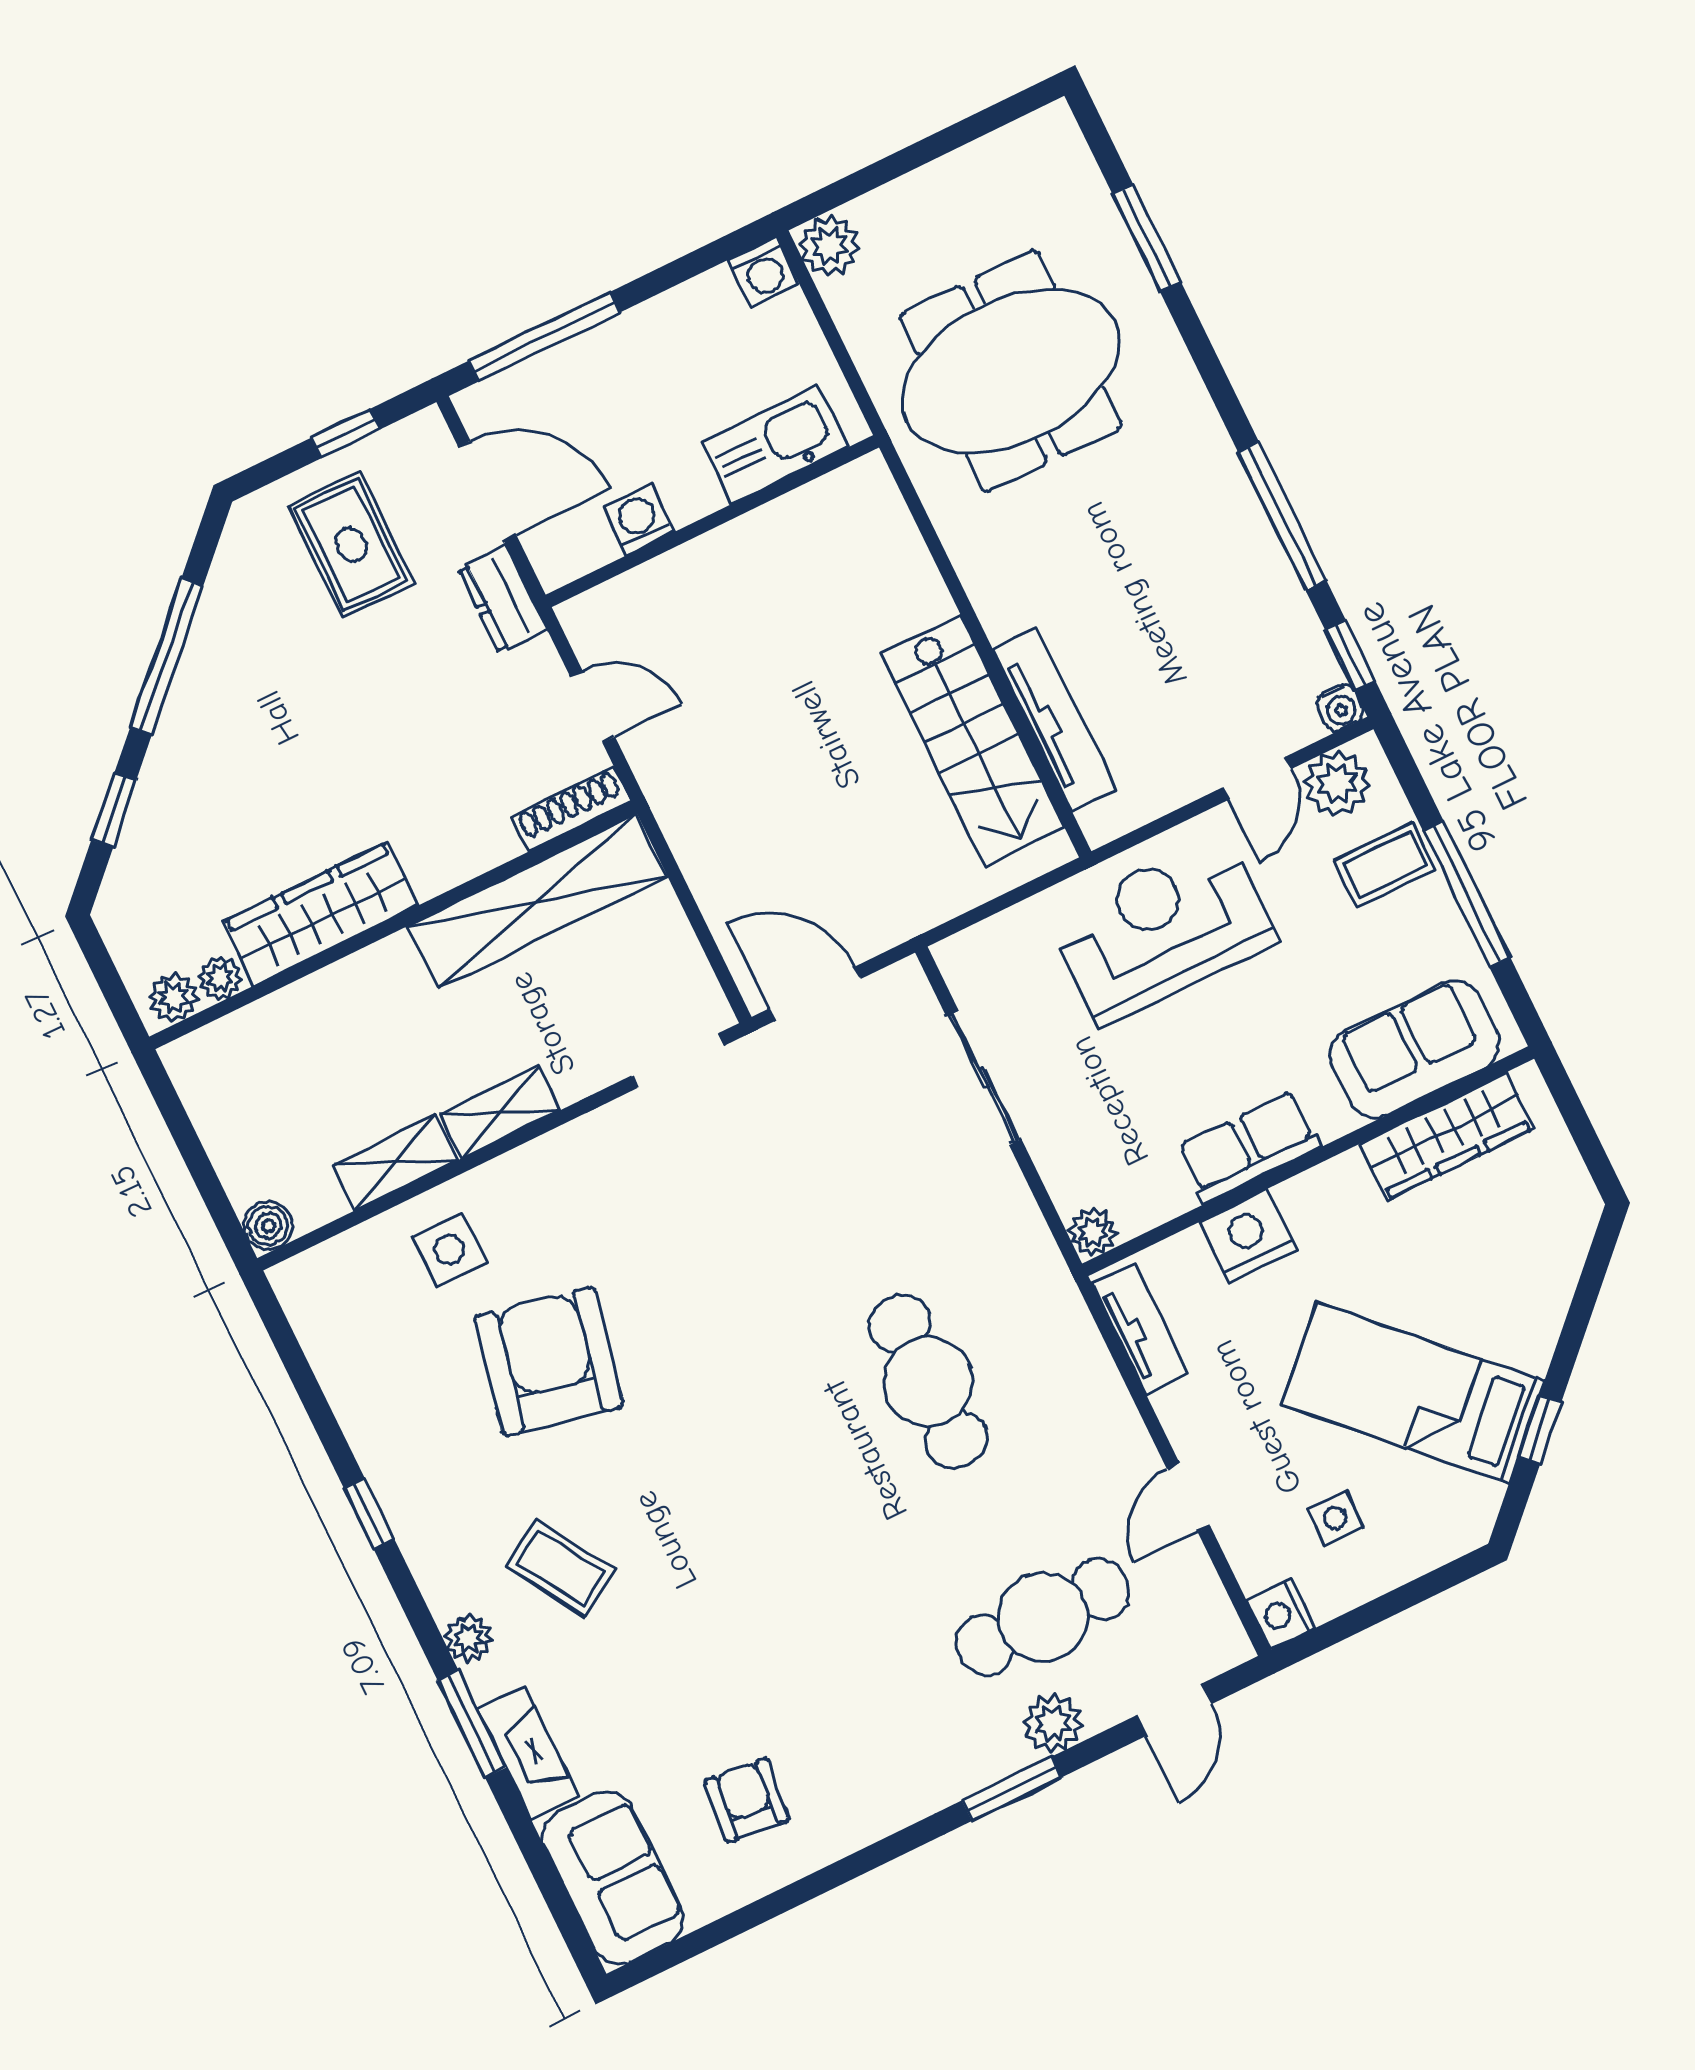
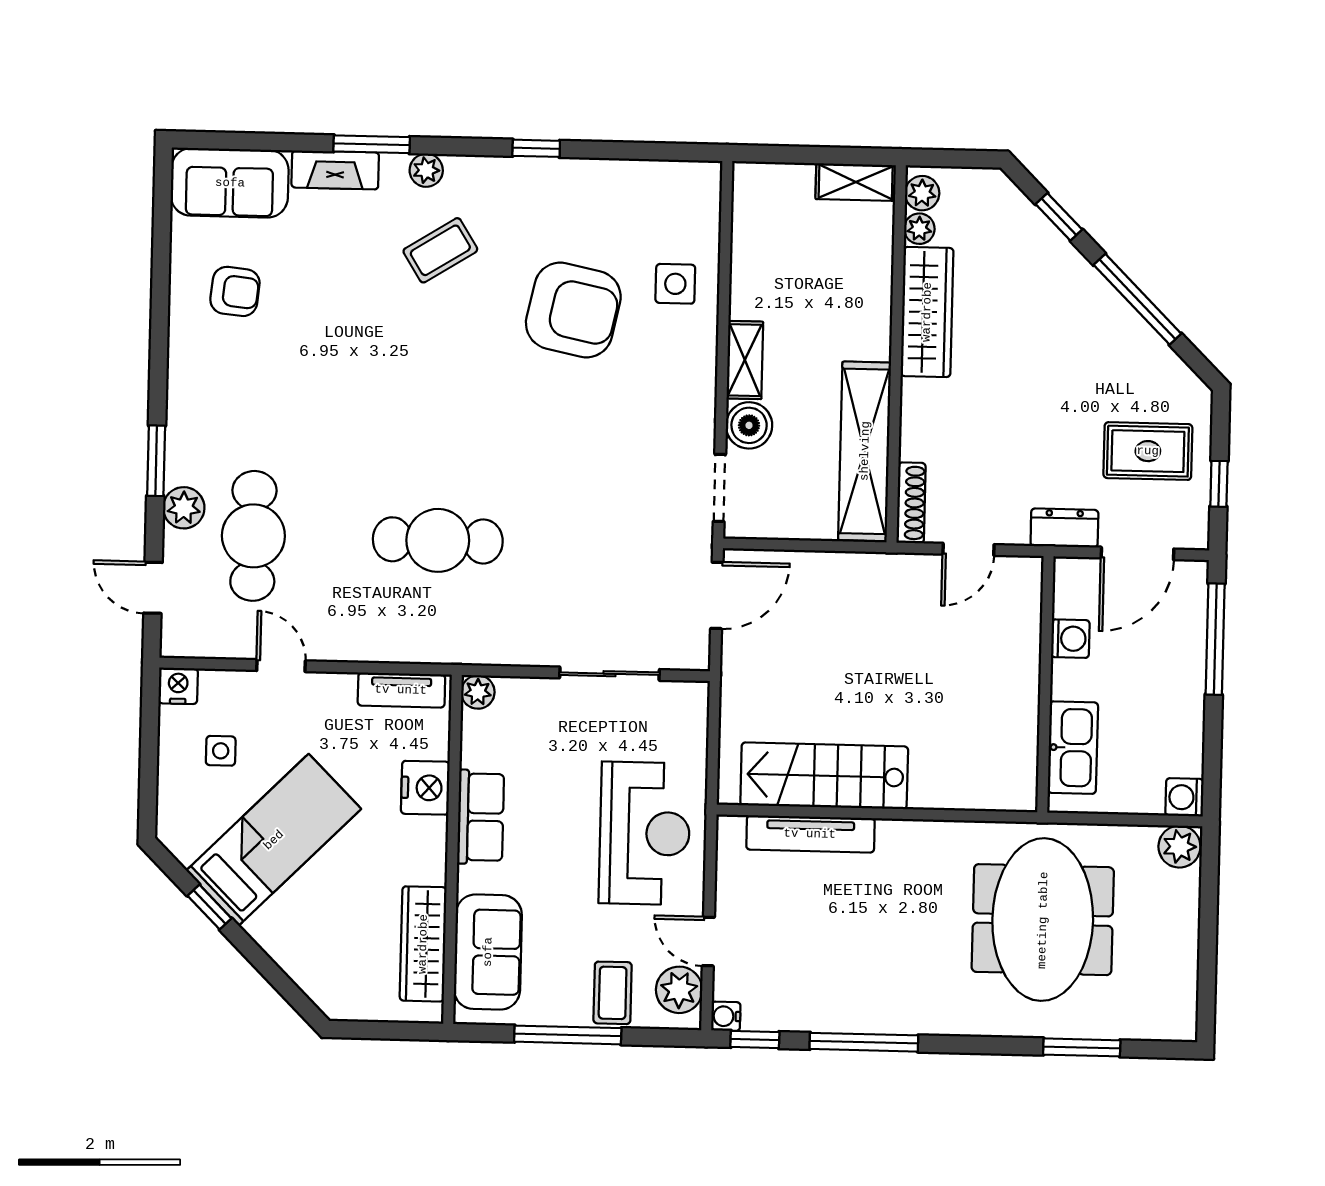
shelving: (395, 1163) -> (856, 182), moved, turned 90
boiler: (268, 1226) -> (749, 425), moved, width x1.36, depth x1.36

